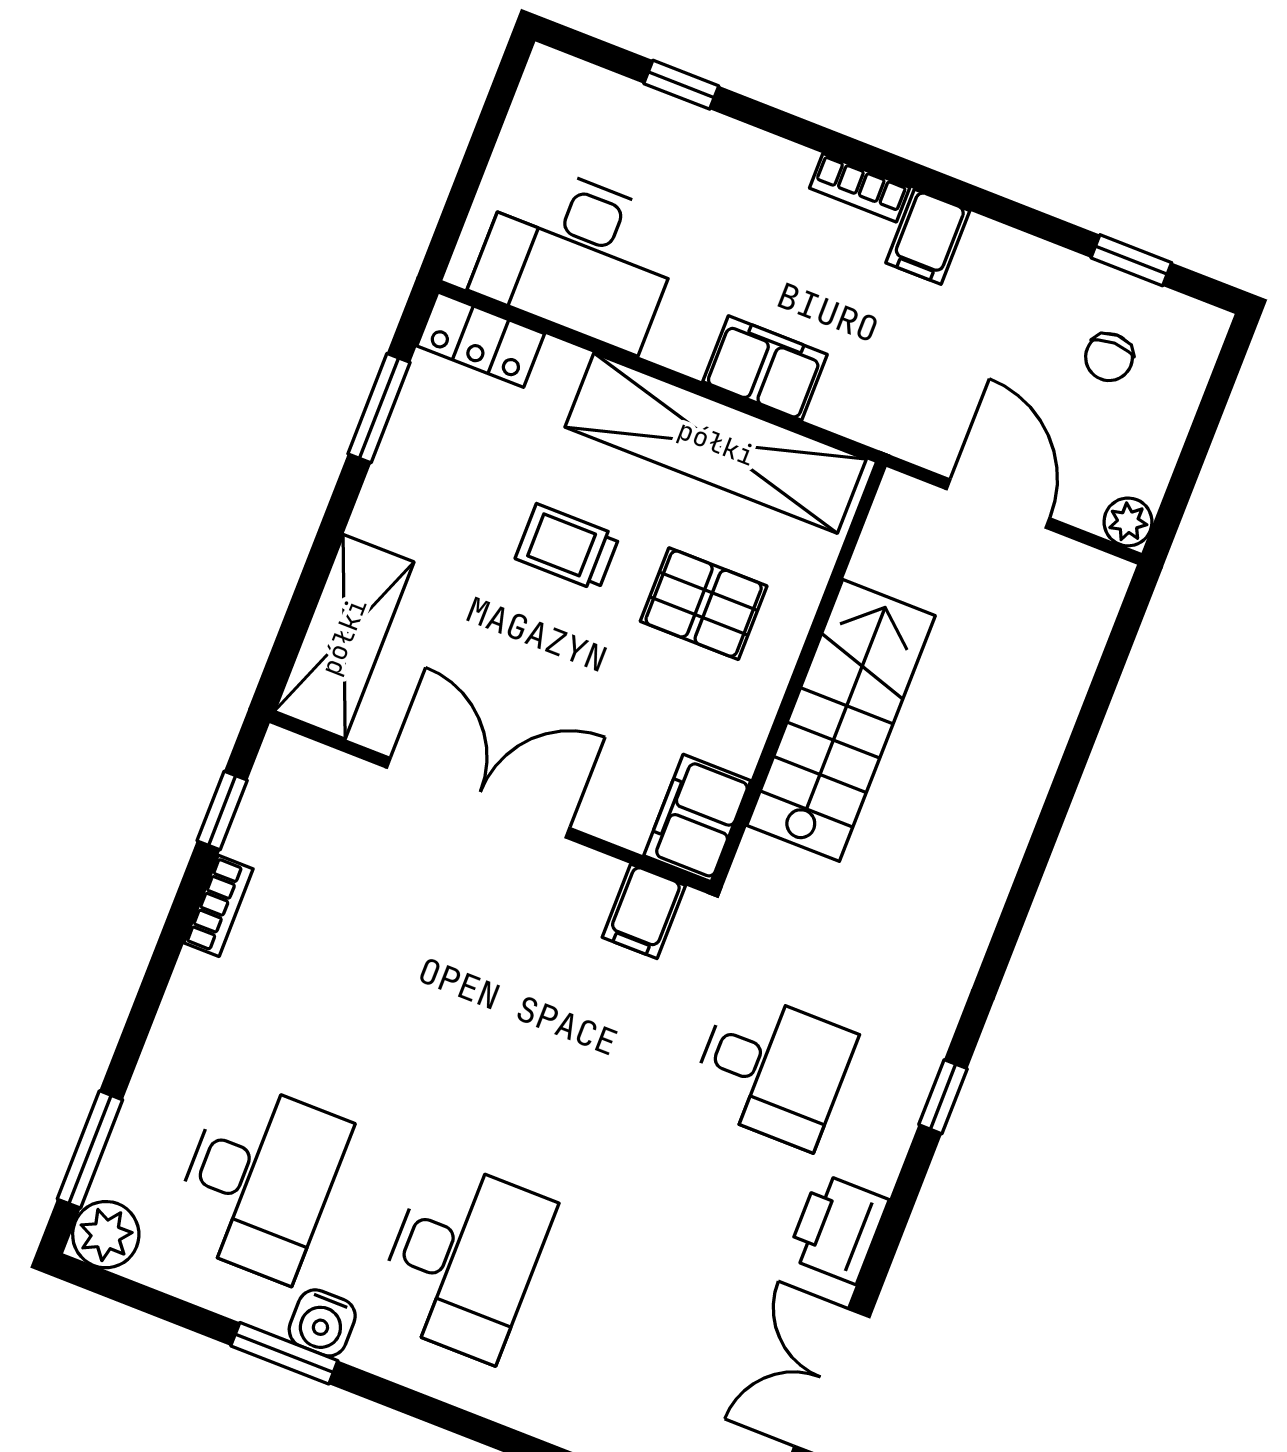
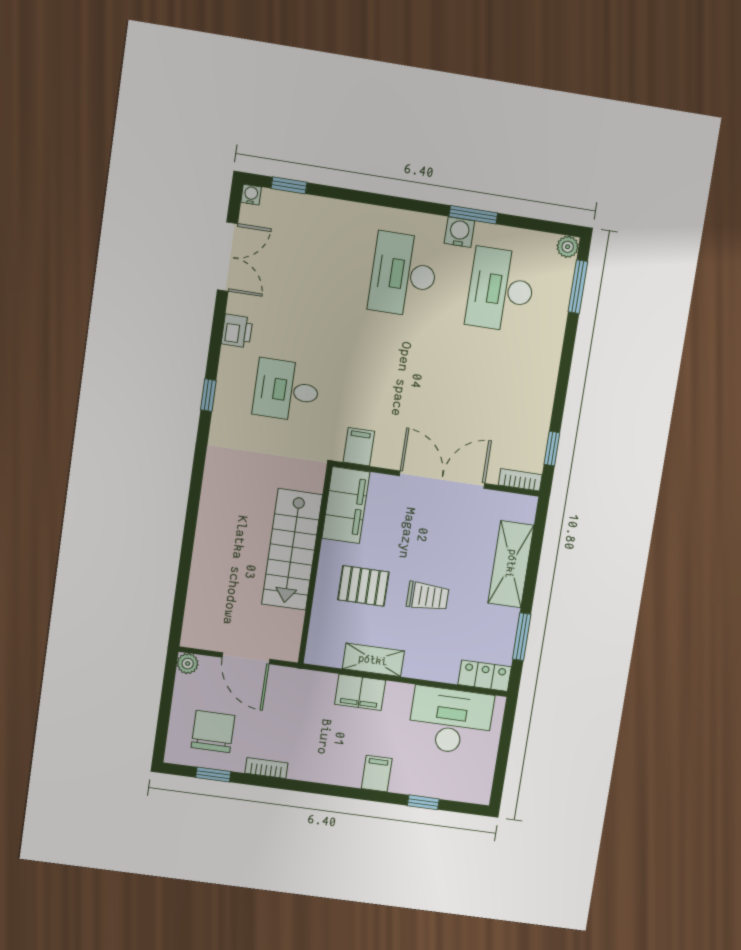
bookcase: (860, 188) -> (266, 768), moved
filing cabinet: (928, 237) -> (377, 774), moved
chair: (1109, 357) -> (213, 732), width x1.87, depth x1.87
shelving: (716, 443) -> (373, 660), width x0.45, depth x0.75
shelving: (344, 637) -> (511, 564), moved
double door: (478, 798) -> (442, 480), swing flipped
filing cabinet: (697, 818) -> (346, 505), width x1.50, depth x1.17
bookcase: (219, 906) -> (520, 480), moved, turned 90
printer: (838, 1229) -> (237, 331), width x0.73, depth x0.81
plant: (106, 1235) -> (568, 247), width x0.73, depth x0.73

